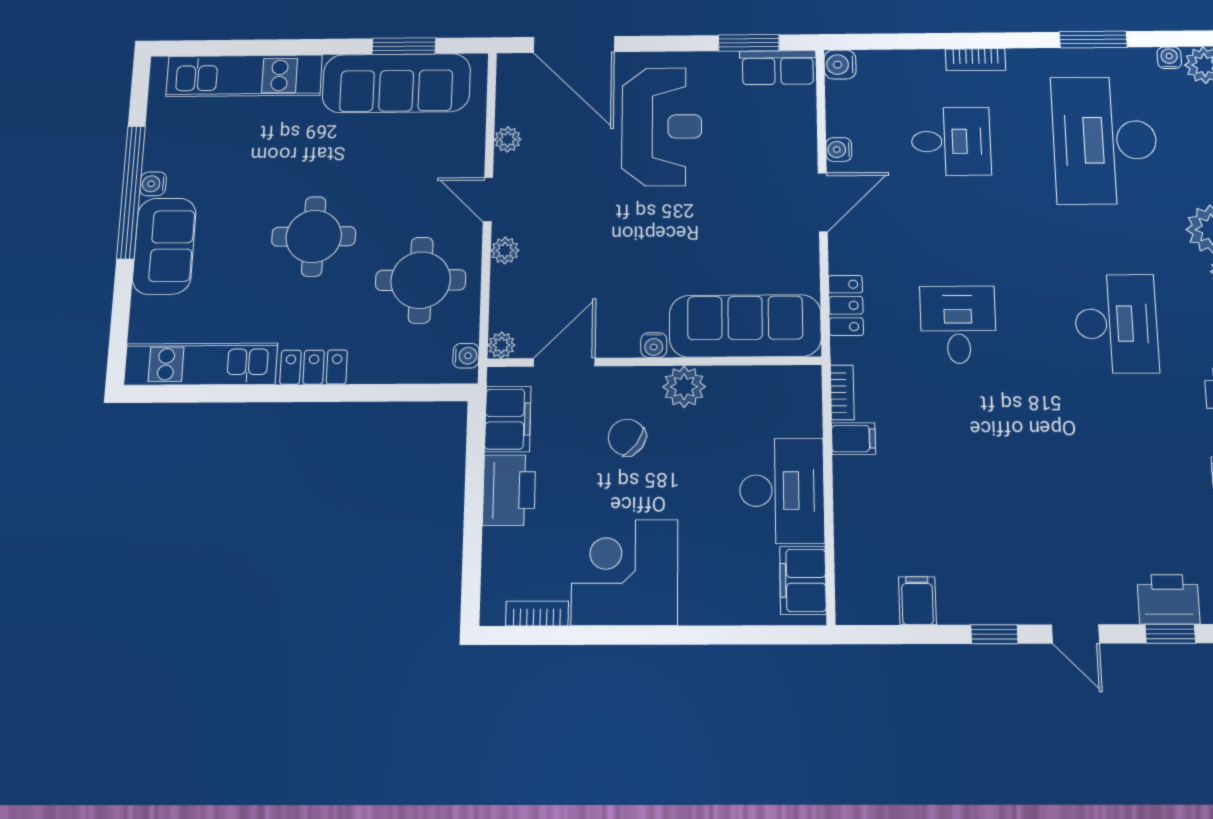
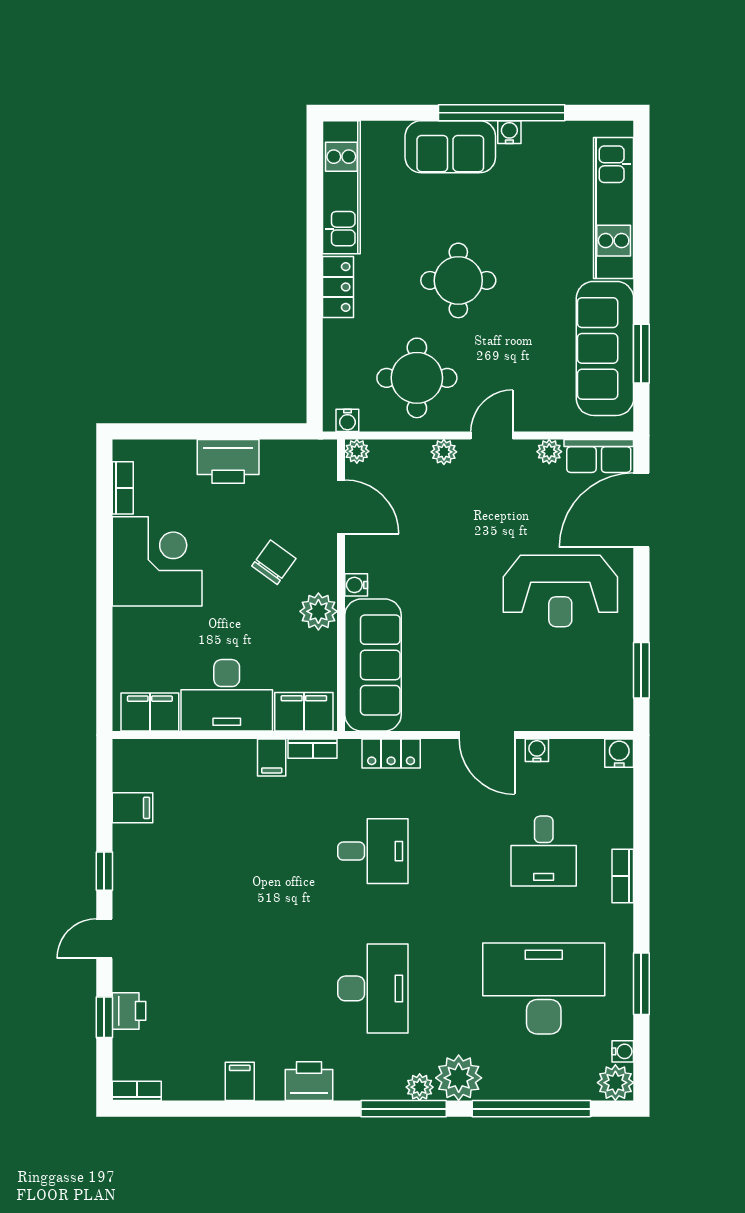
row of seats: (778, 68) -> (599, 456), moved, turned -90
desk: (1116, 324) -> (373, 988), turned -90
filing cabinet: (508, 419) -> (304, 712), moved, turned 180
printer: (1168, 599) -> (129, 1011), width x0.73, depth x0.81

